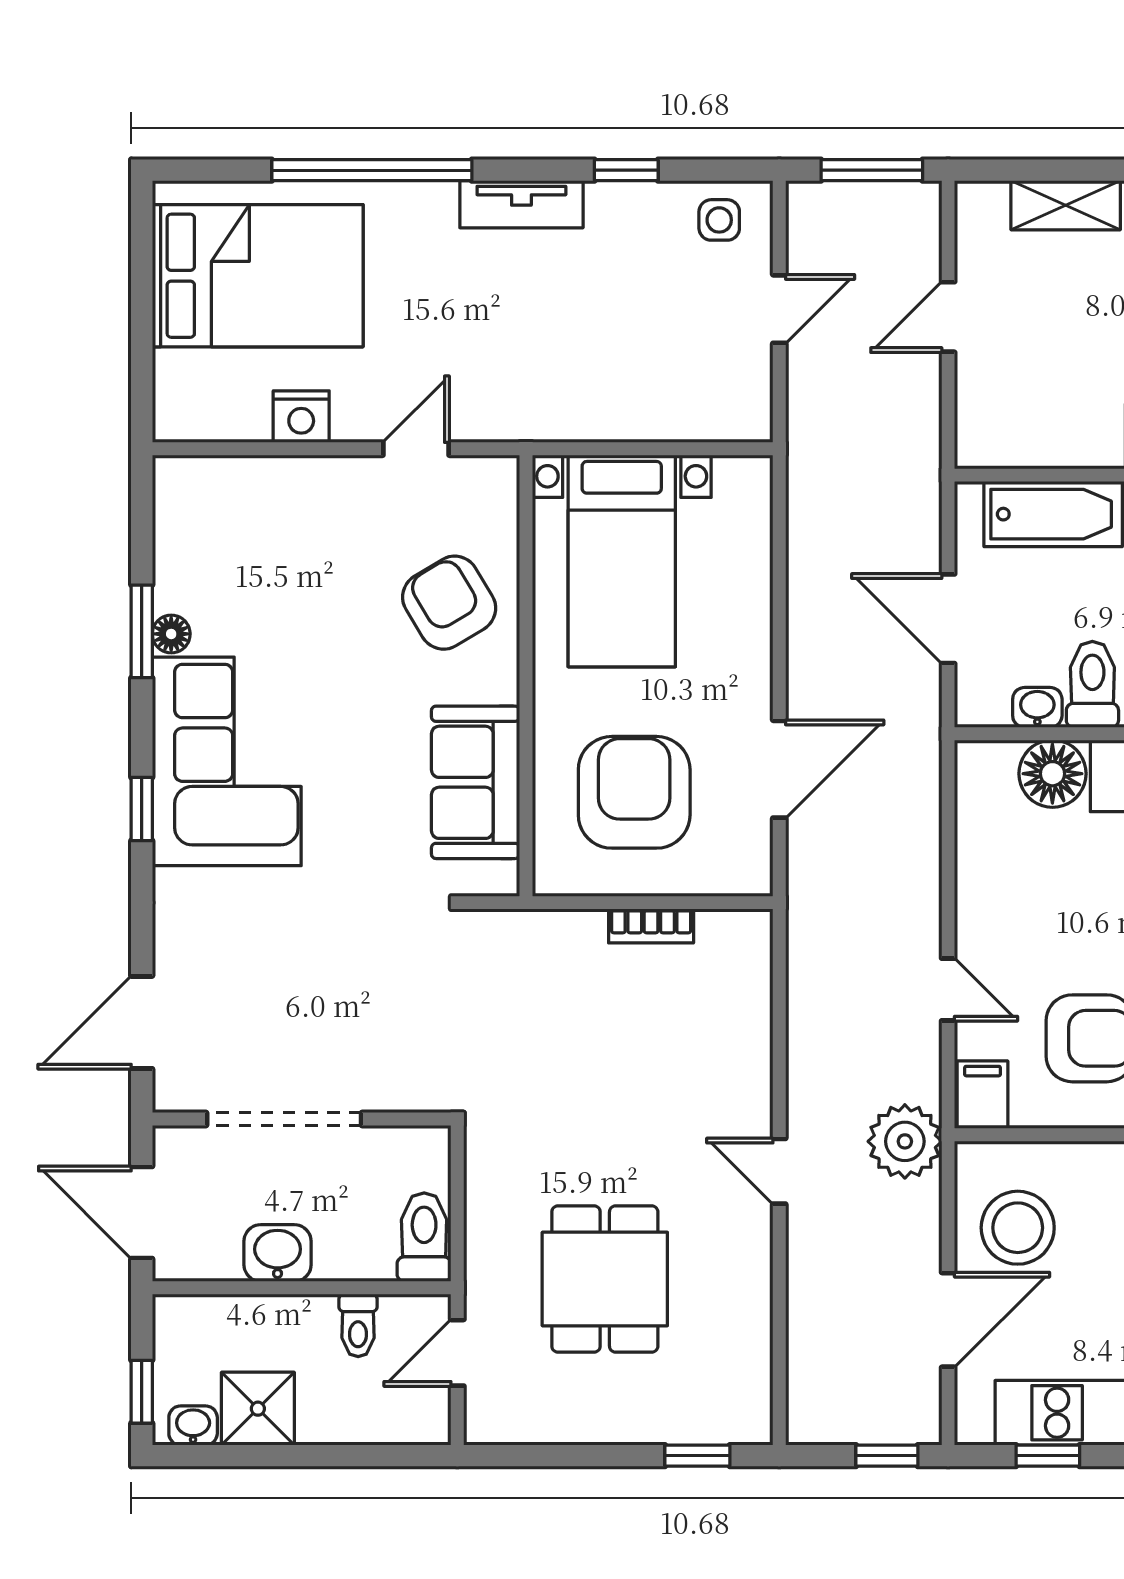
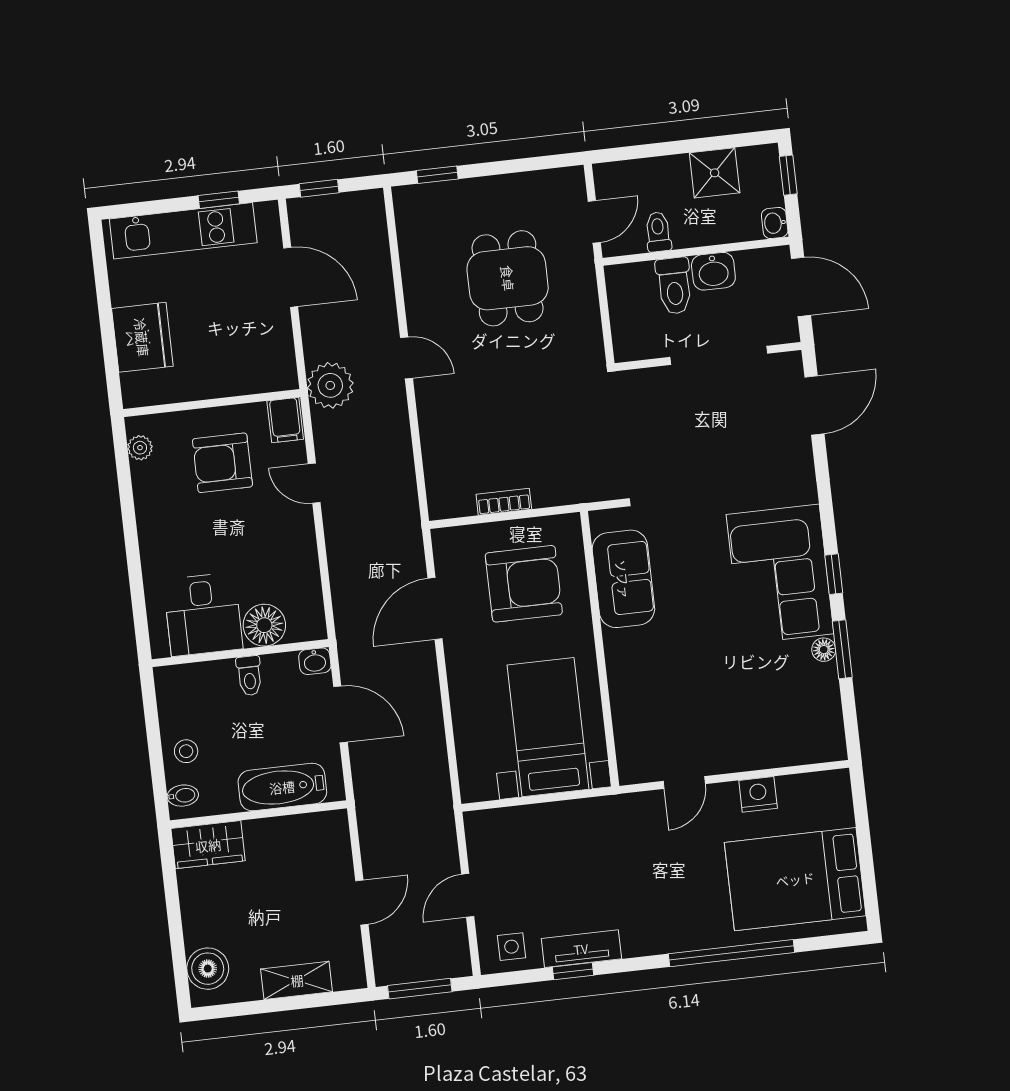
tv unit: (521, 204) -> (581, 949), moved
armchair: (449, 603) -> (653, 689), removed
toilet: (1092, 684) -> (249, 676), width x0.73, depth x0.72
washbasin: (1037, 707) -> (315, 661), moved
armchair: (634, 792) -> (524, 584), turned -90
window: (142, 809) -> (834, 574), moved
stool: (1018, 1228) -> (254, 340), removed
toilet: (424, 1237) -> (674, 286), moved
door: (948, 1320) -> (291, 277), swing flipped
washbasin: (193, 1426) -> (775, 223), moved, turned 90

